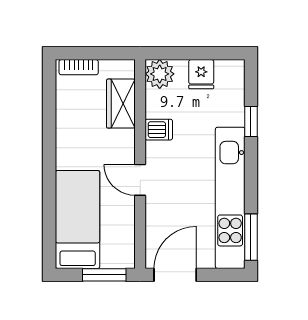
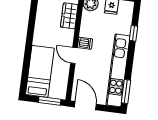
dishwasher: (159, 130) -> (85, 43), moved
door: (175, 275) -> (85, 106), hinge flipped

